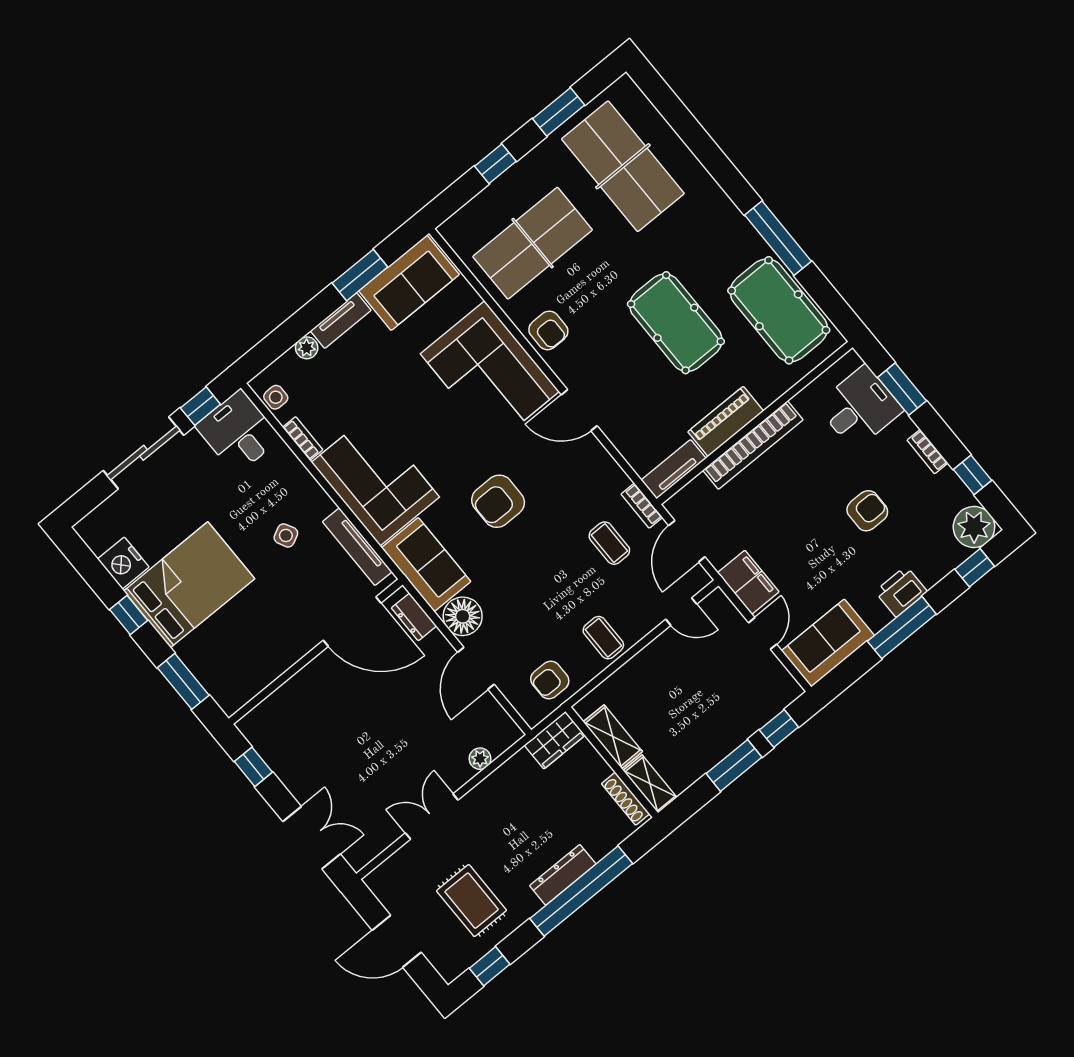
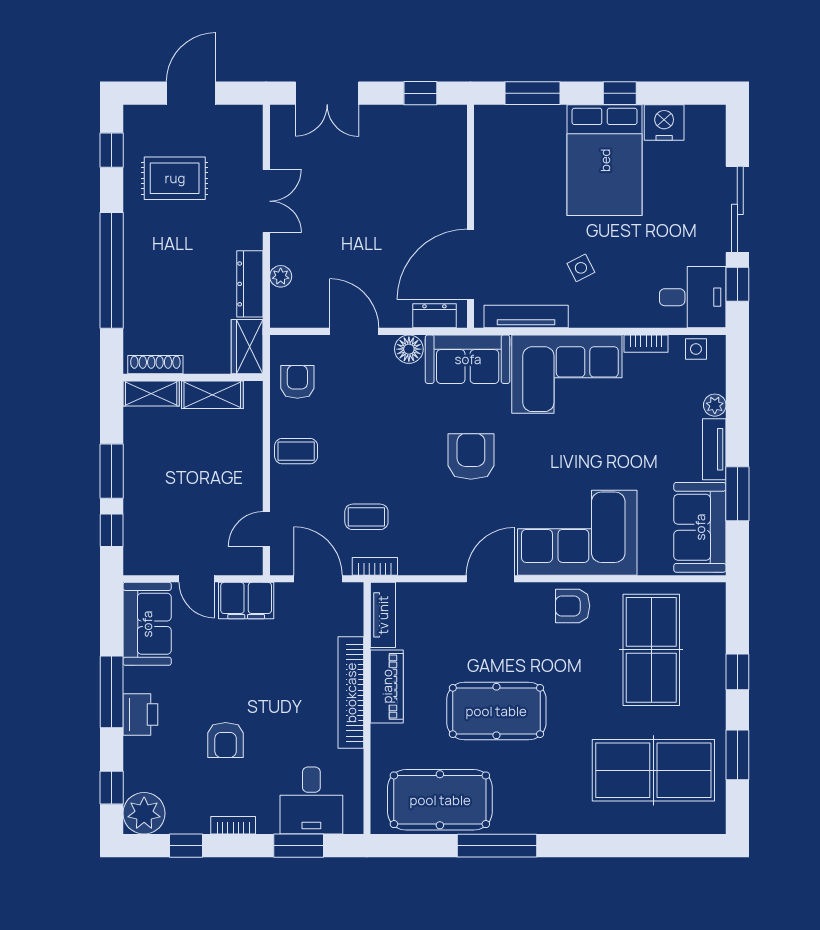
floor lamp: (463, 616) -> (409, 349), width x0.73, depth x0.73
dresser: (563, 875) -> (250, 284), moved, turned 180

